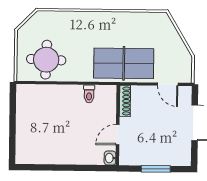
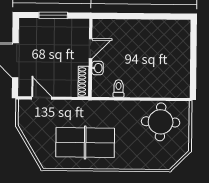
table tennis table: (124, 63) -> (85, 143), moved
washbasin: (110, 158) -> (98, 68), moved

